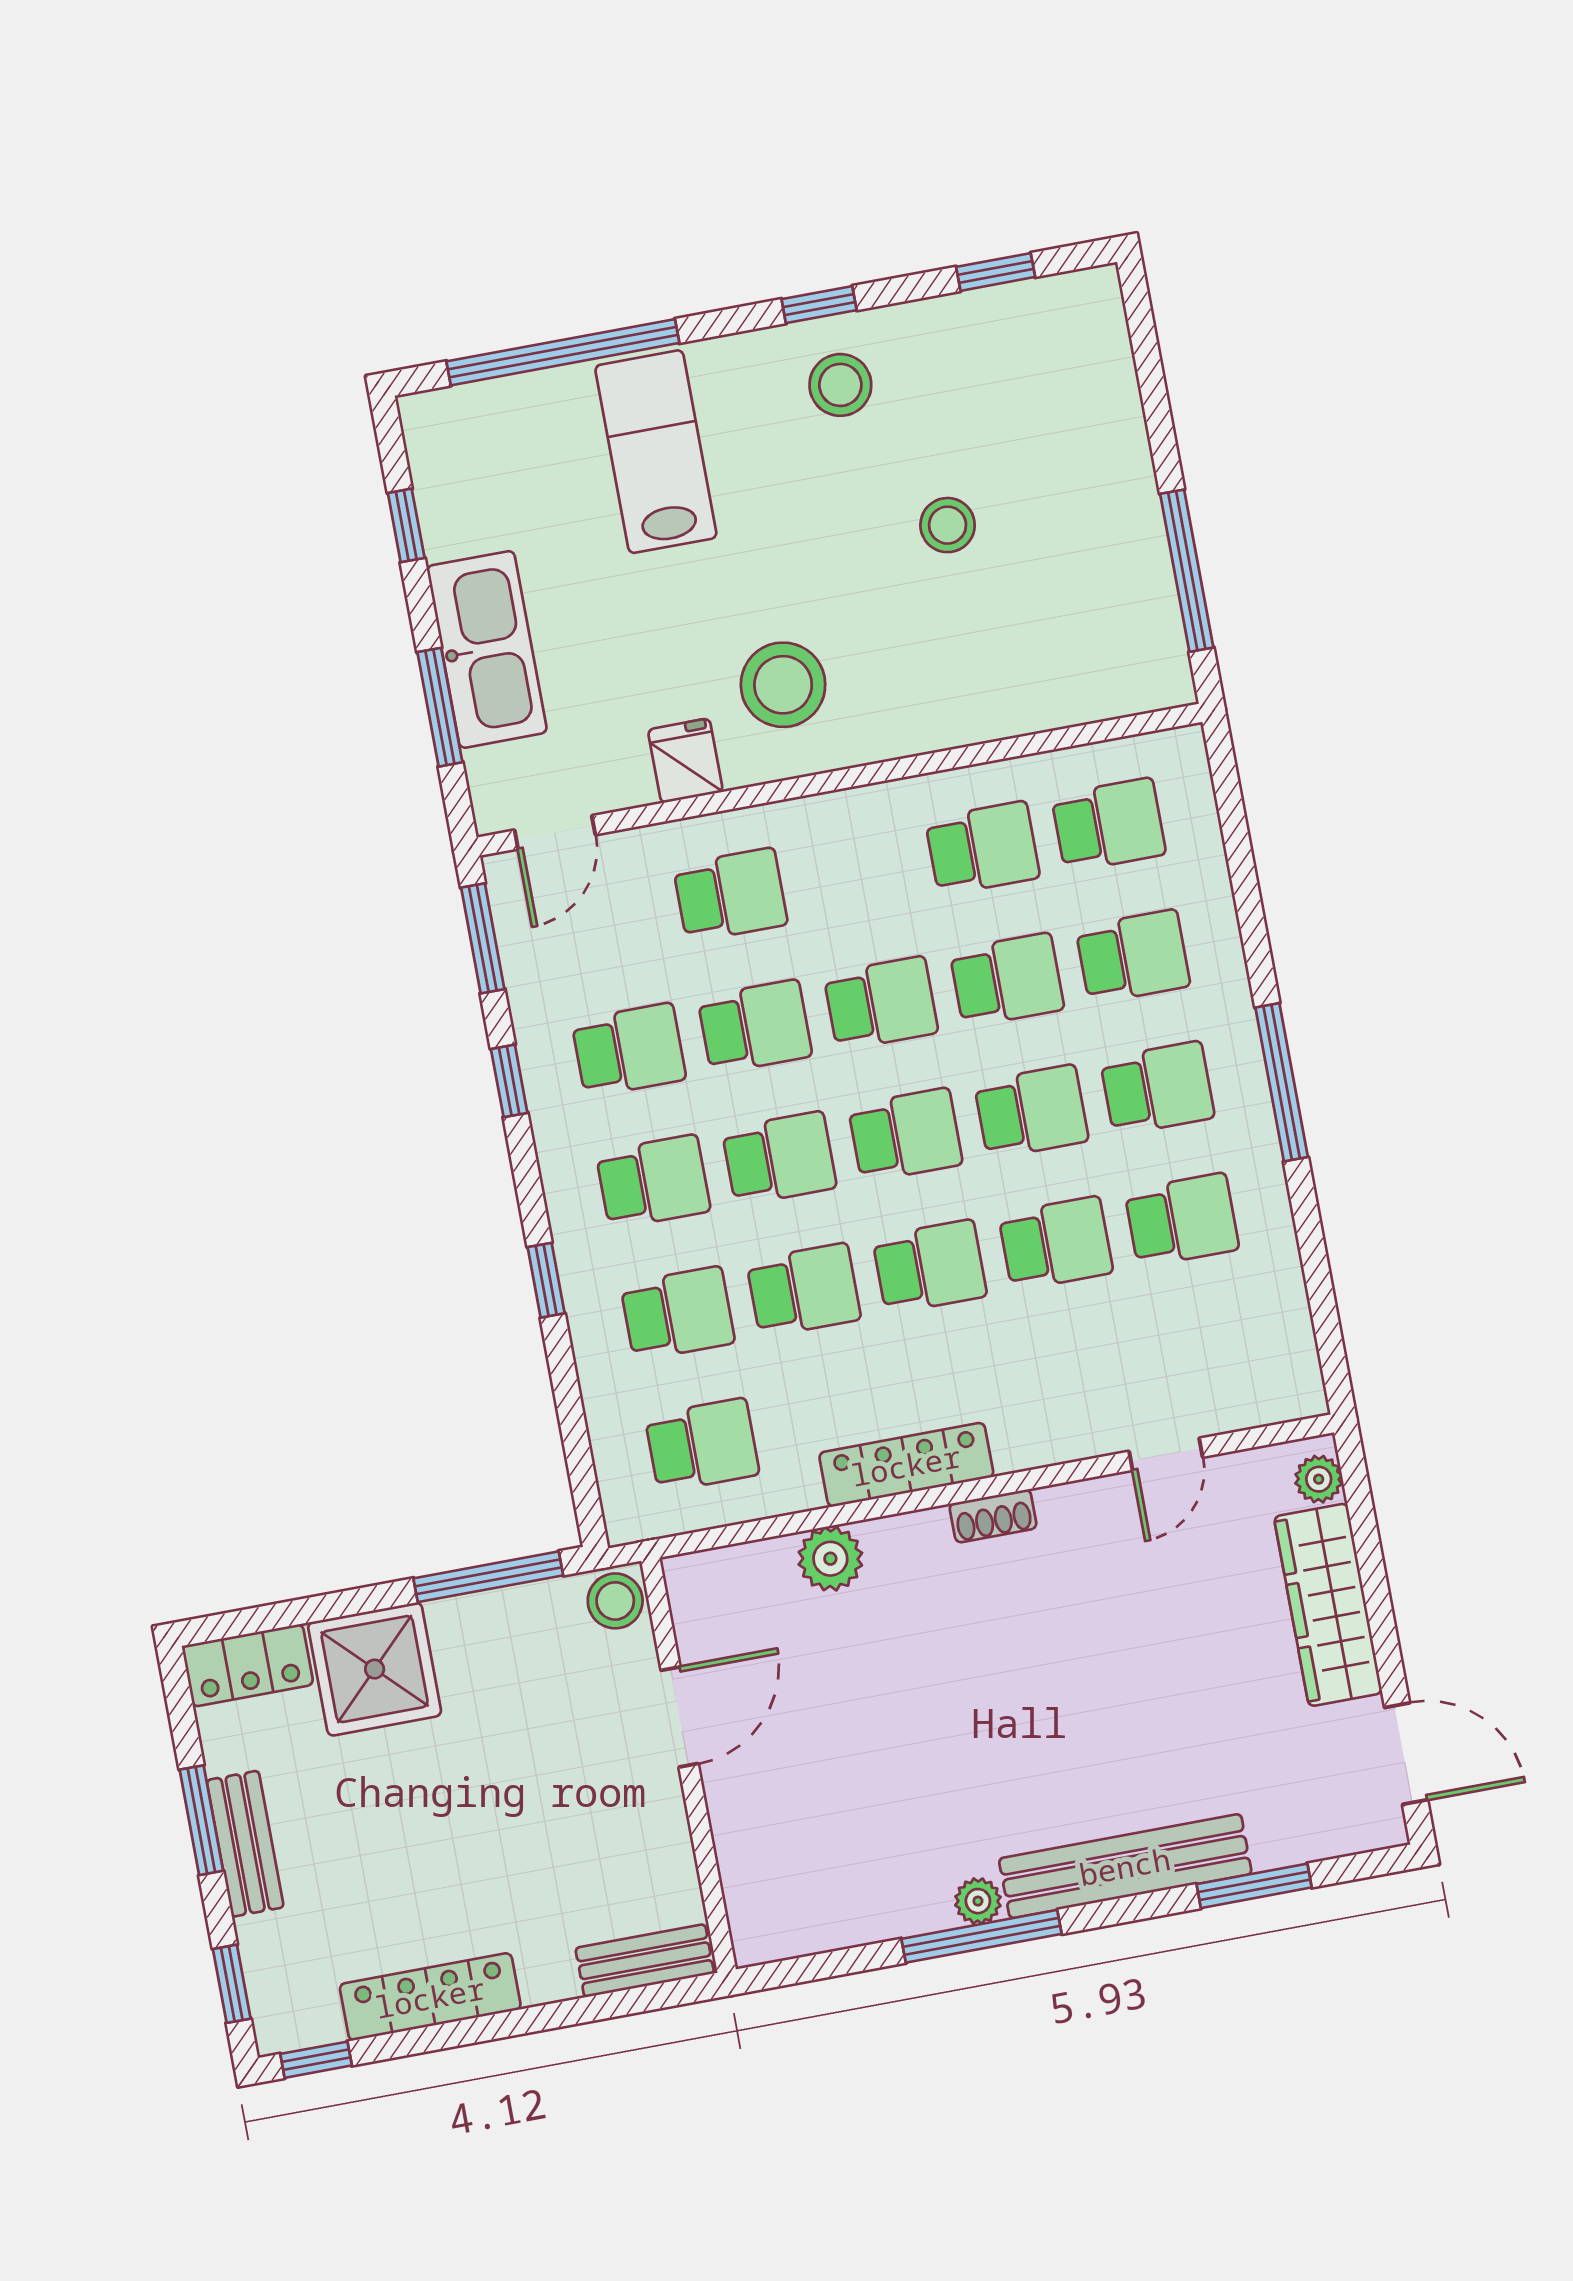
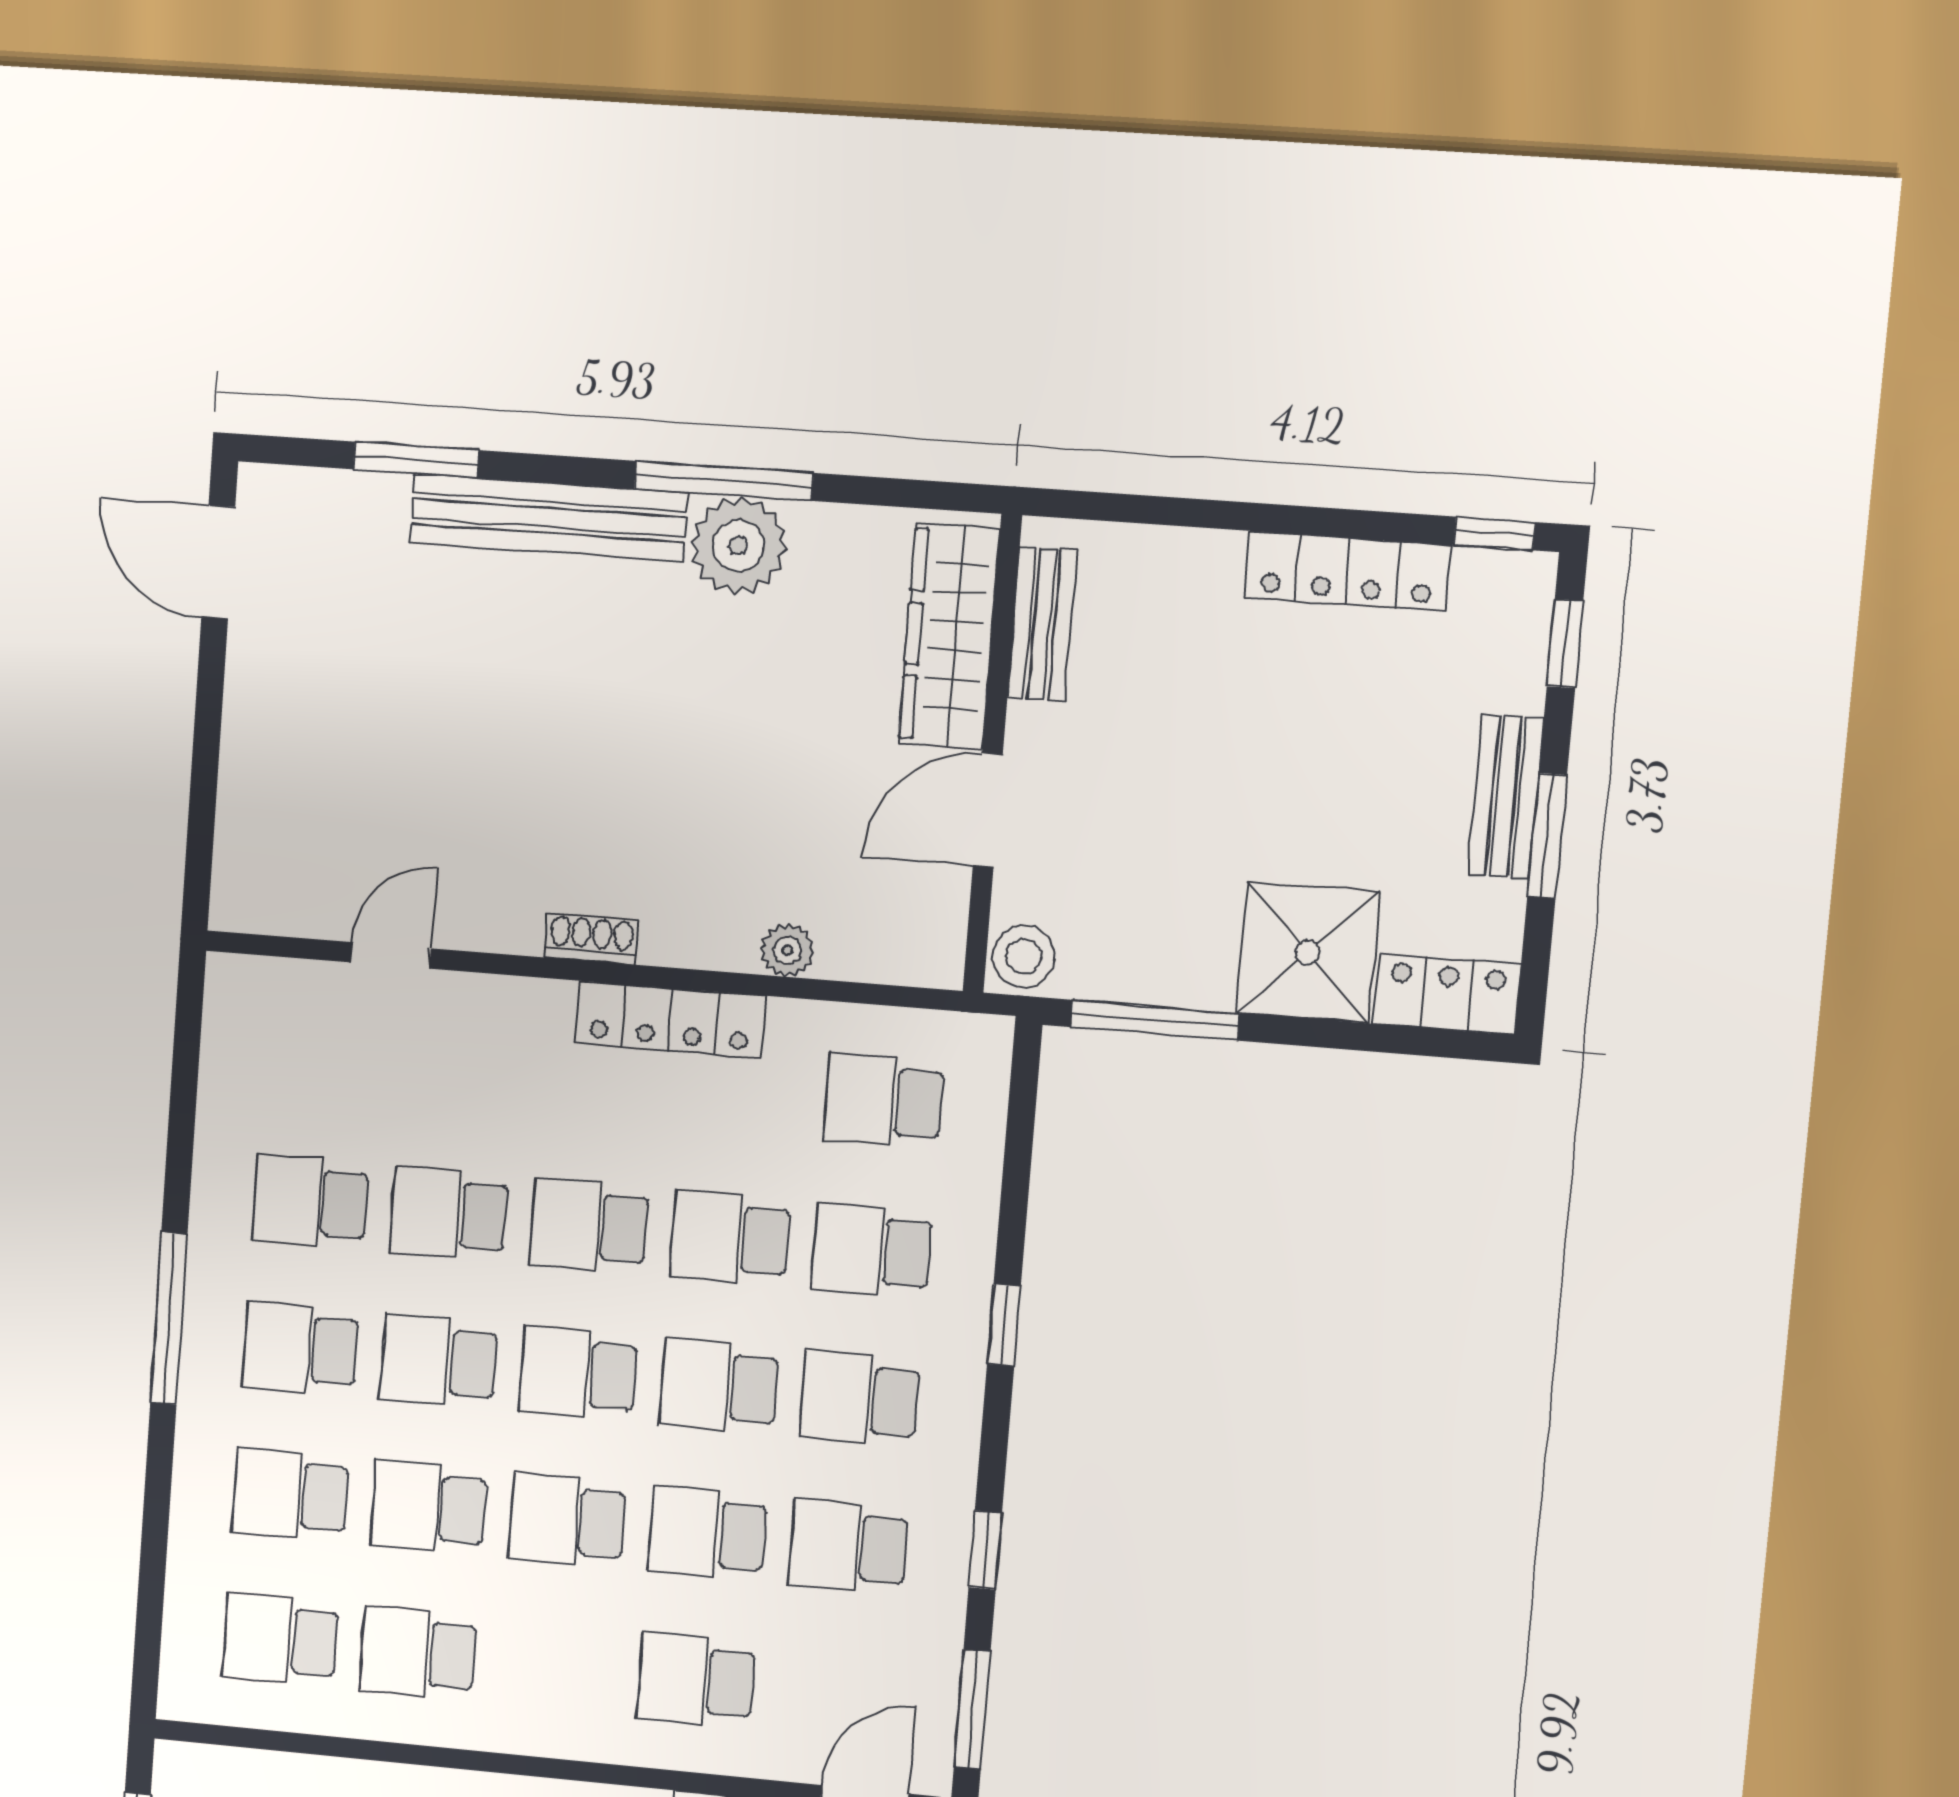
plant: (1319, 1479) -> (236, 885), removed
plant: (830, 1559) -> (787, 950), width x0.73, depth x0.73
wardrobe: (1328, 1605) -> (949, 636), moved, turned 180
plant: (978, 1901) -> (738, 546), width x1.87, depth x1.87
bench: (645, 1961) -> (1042, 624), moved, turned 90

